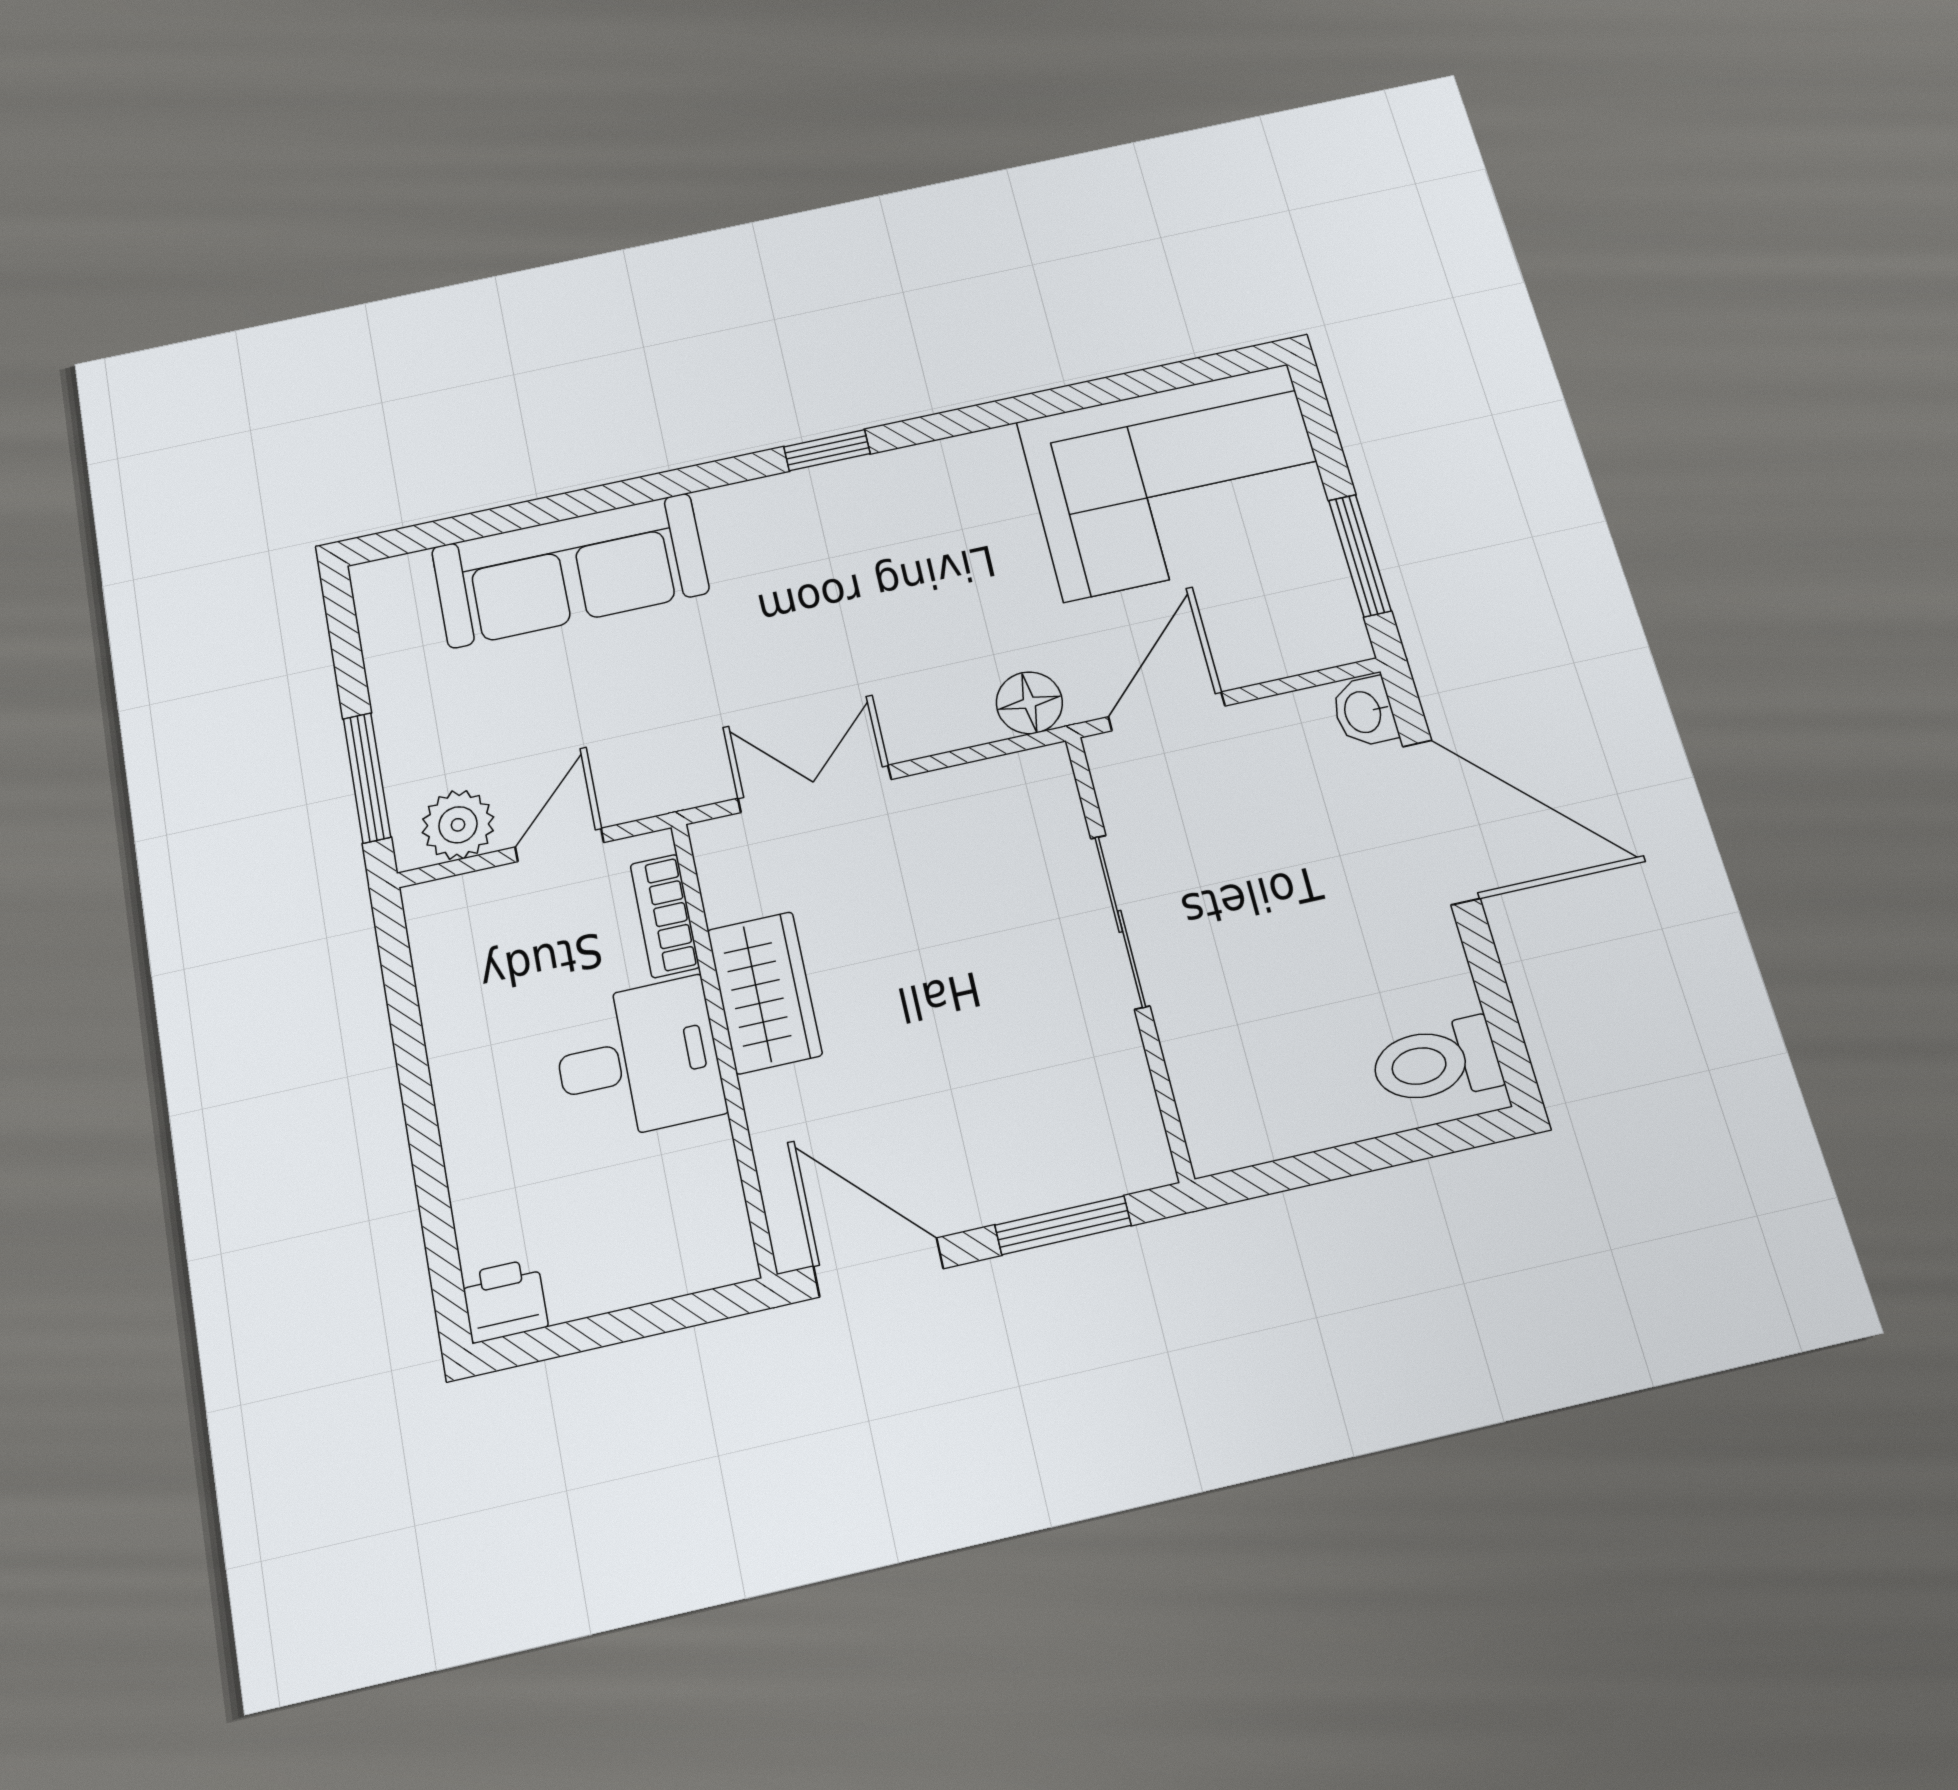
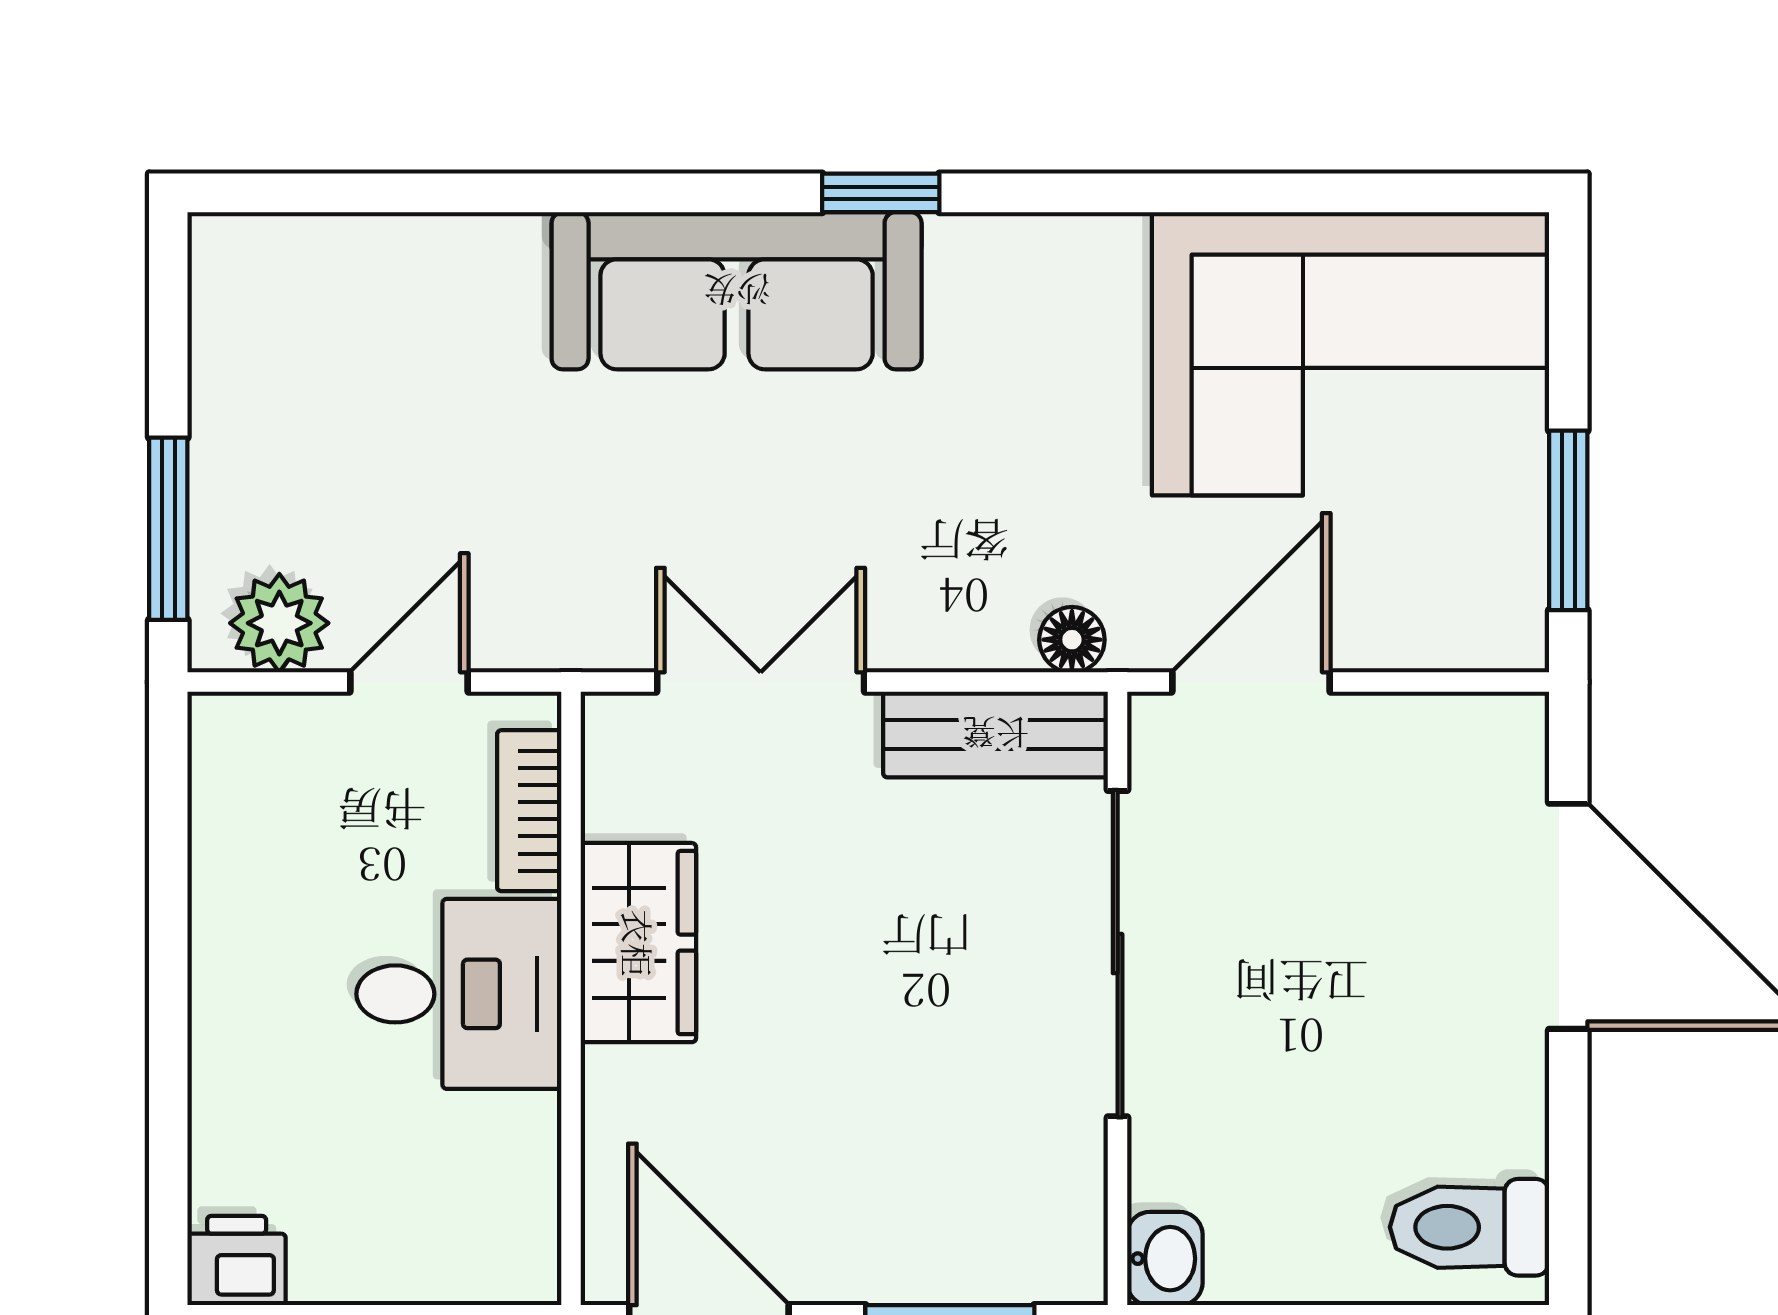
sofa: (570, 570) -> (737, 291), moved
floor lamp: (1029, 703) -> (1072, 640), width x0.73, depth x0.73
washbasin: (1364, 712) -> (1165, 1259), moved, turned 180
bench: (993, 788) -> (996, 734), added
sliding door: (1120, 921) -> (1118, 954), width x1.37

